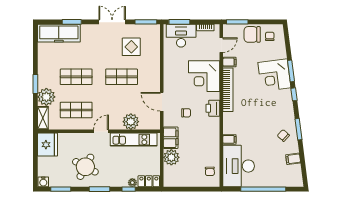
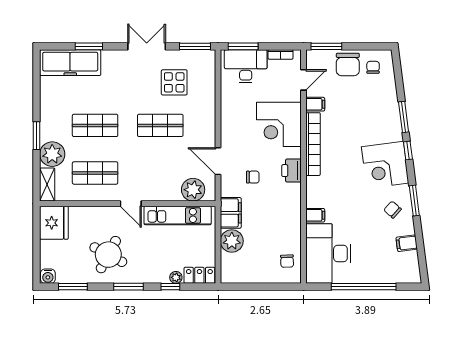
chair: (252, 34) -> (348, 64), turned -90
corner desk: (274, 75) -> (385, 165), moved
plant: (131, 122) -> (193, 190), moved
door: (101, 131) -> (131, 204), swing flipped

